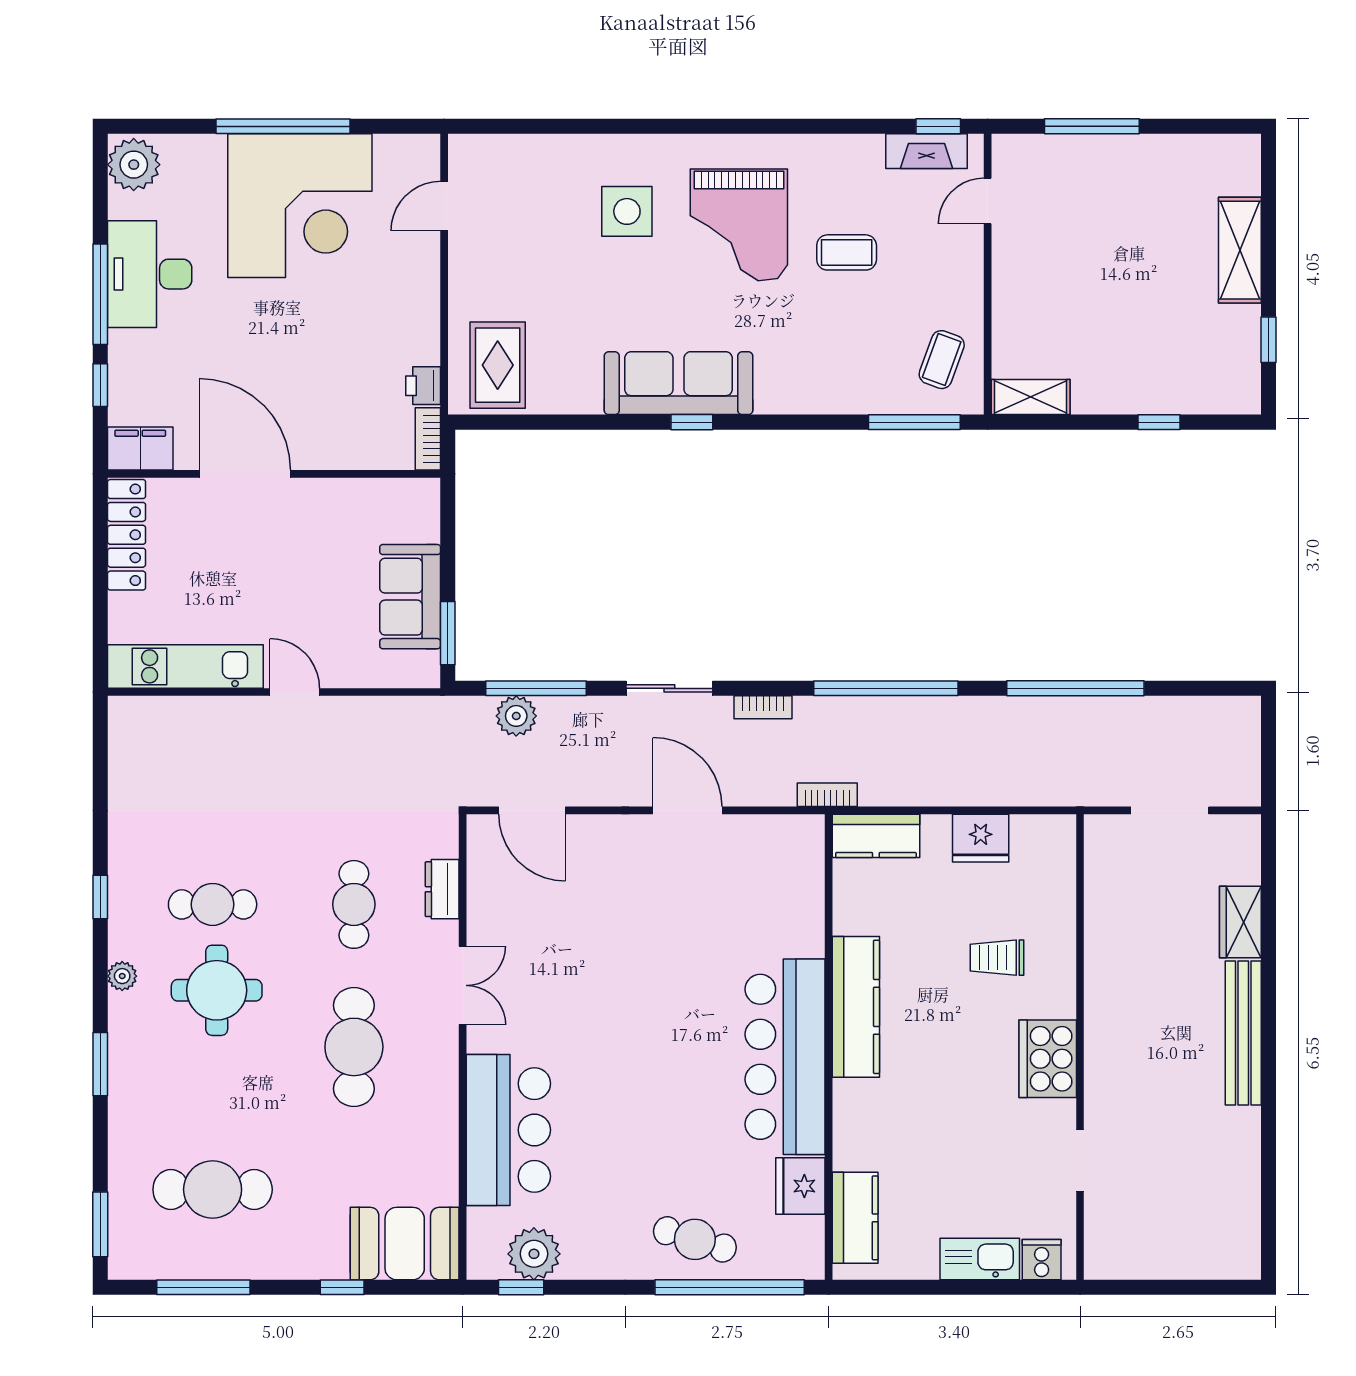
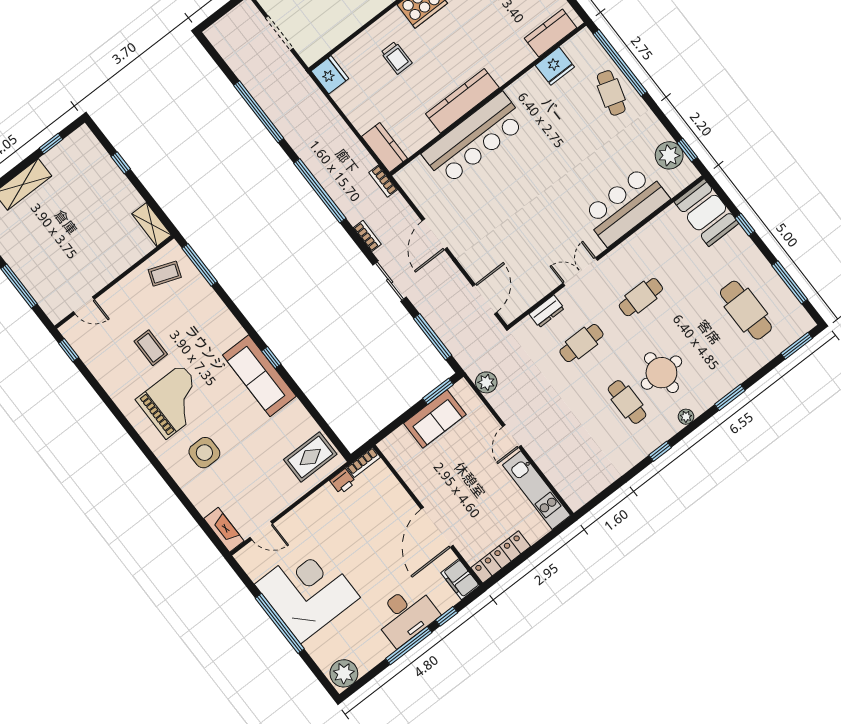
fireplace: (926, 151) -> (224, 530), moved
desk: (150, 274) -> (406, 615), moved
plant: (516, 716) -> (486, 382), moved
fridge: (981, 838) -> (330, 75), moved
cafe table: (354, 1047) -> (641, 297), width x0.73, depth x0.74
bar counter: (785, 1057) -> (474, 139), moved

